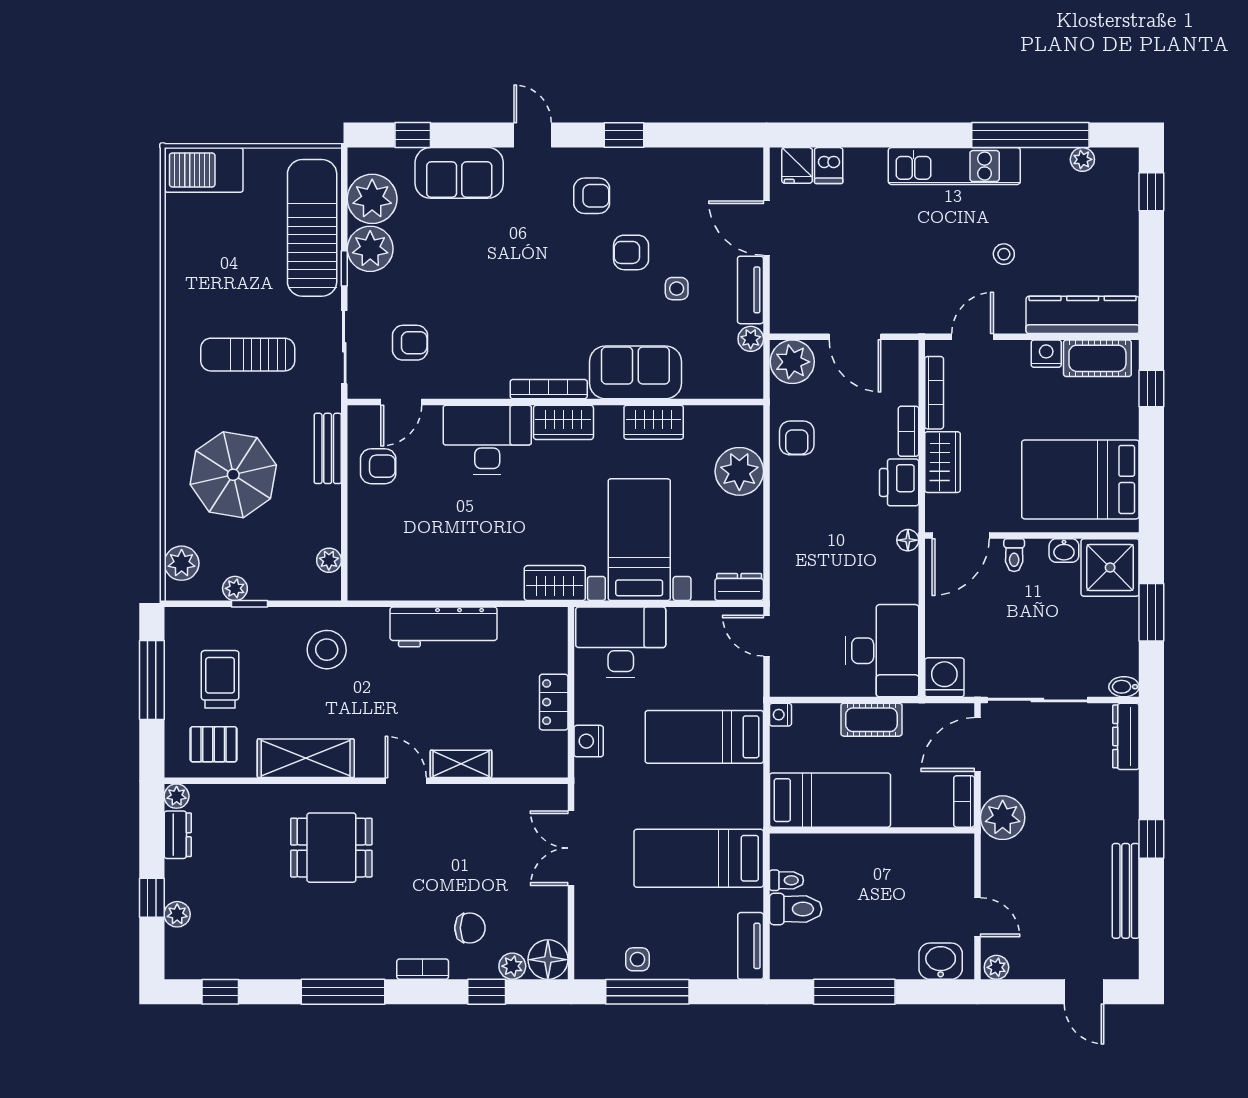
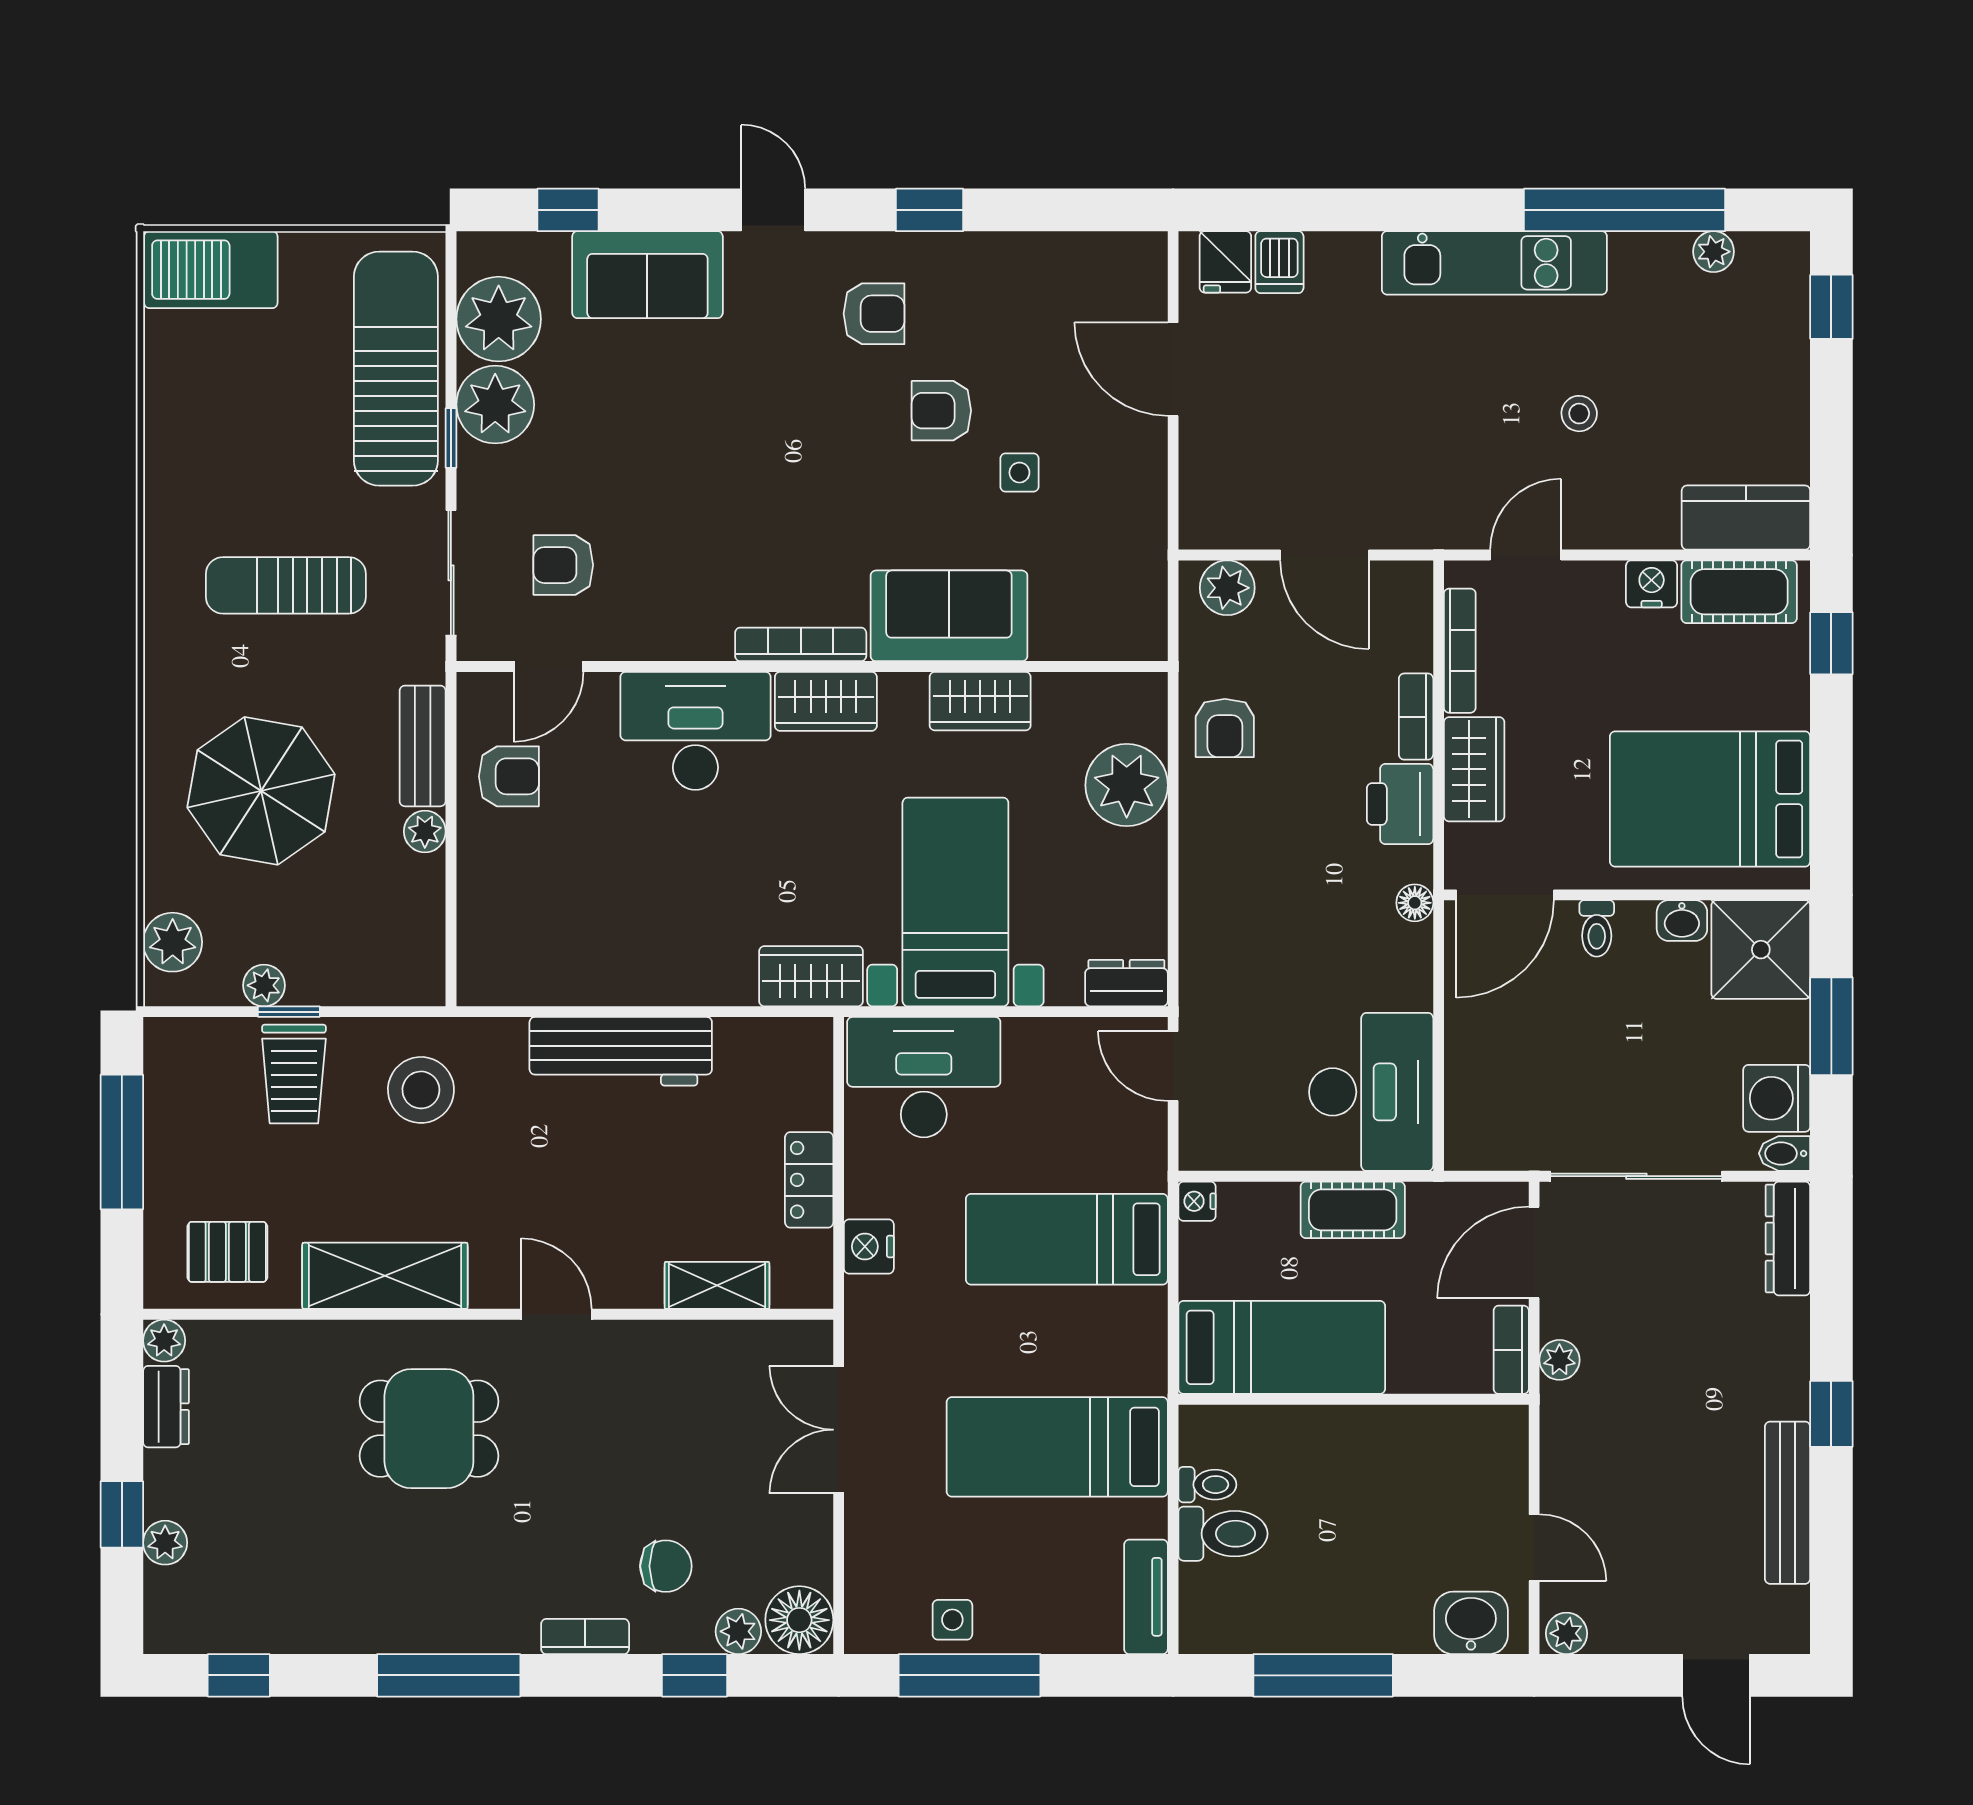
tv unit: (750, 290) -> (1146, 475), removed
kitchen counter: (1083, 315) -> (1746, 518), width x0.67
plant: (751, 339) -> (1146, 559), removed
armchair: (410, 343) -> (563, 565), turned 180
plant: (792, 362) -> (1227, 588), width x0.73, depth x0.73
plant: (329, 560) -> (425, 831), moved
washing machine: (944, 677) -> (1777, 1098), moved, turned -90
trolley: (220, 679) -> (294, 1074), moved, turned 180
shelving: (461, 764) -> (717, 1285), moved
plant: (1003, 818) -> (1559, 1360), width x0.53, depth x0.53

